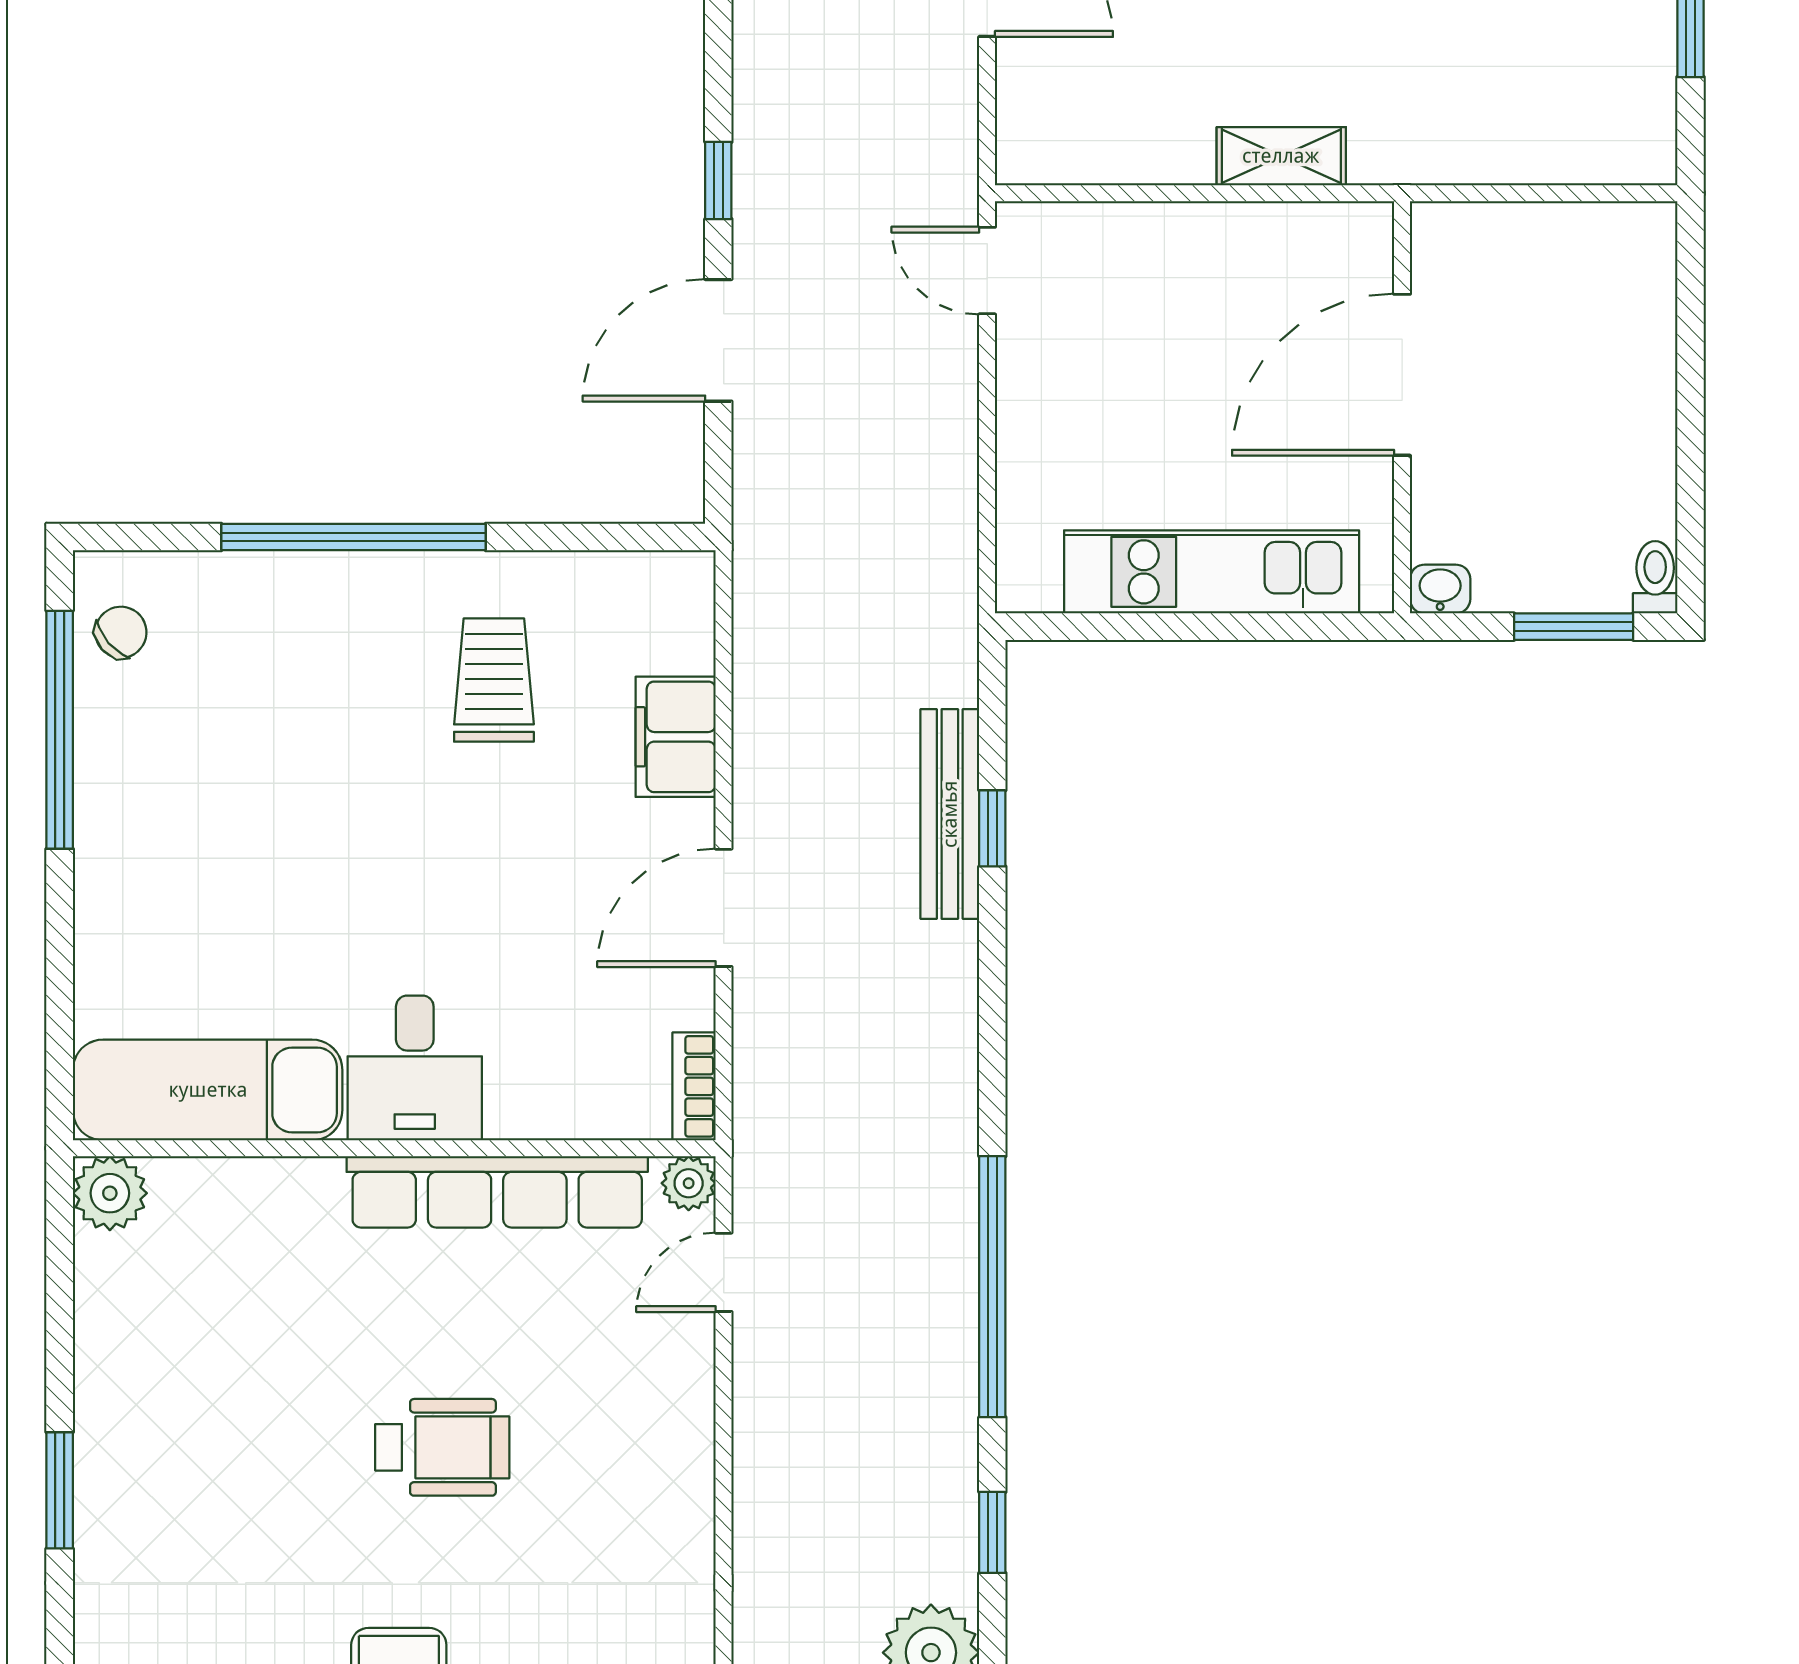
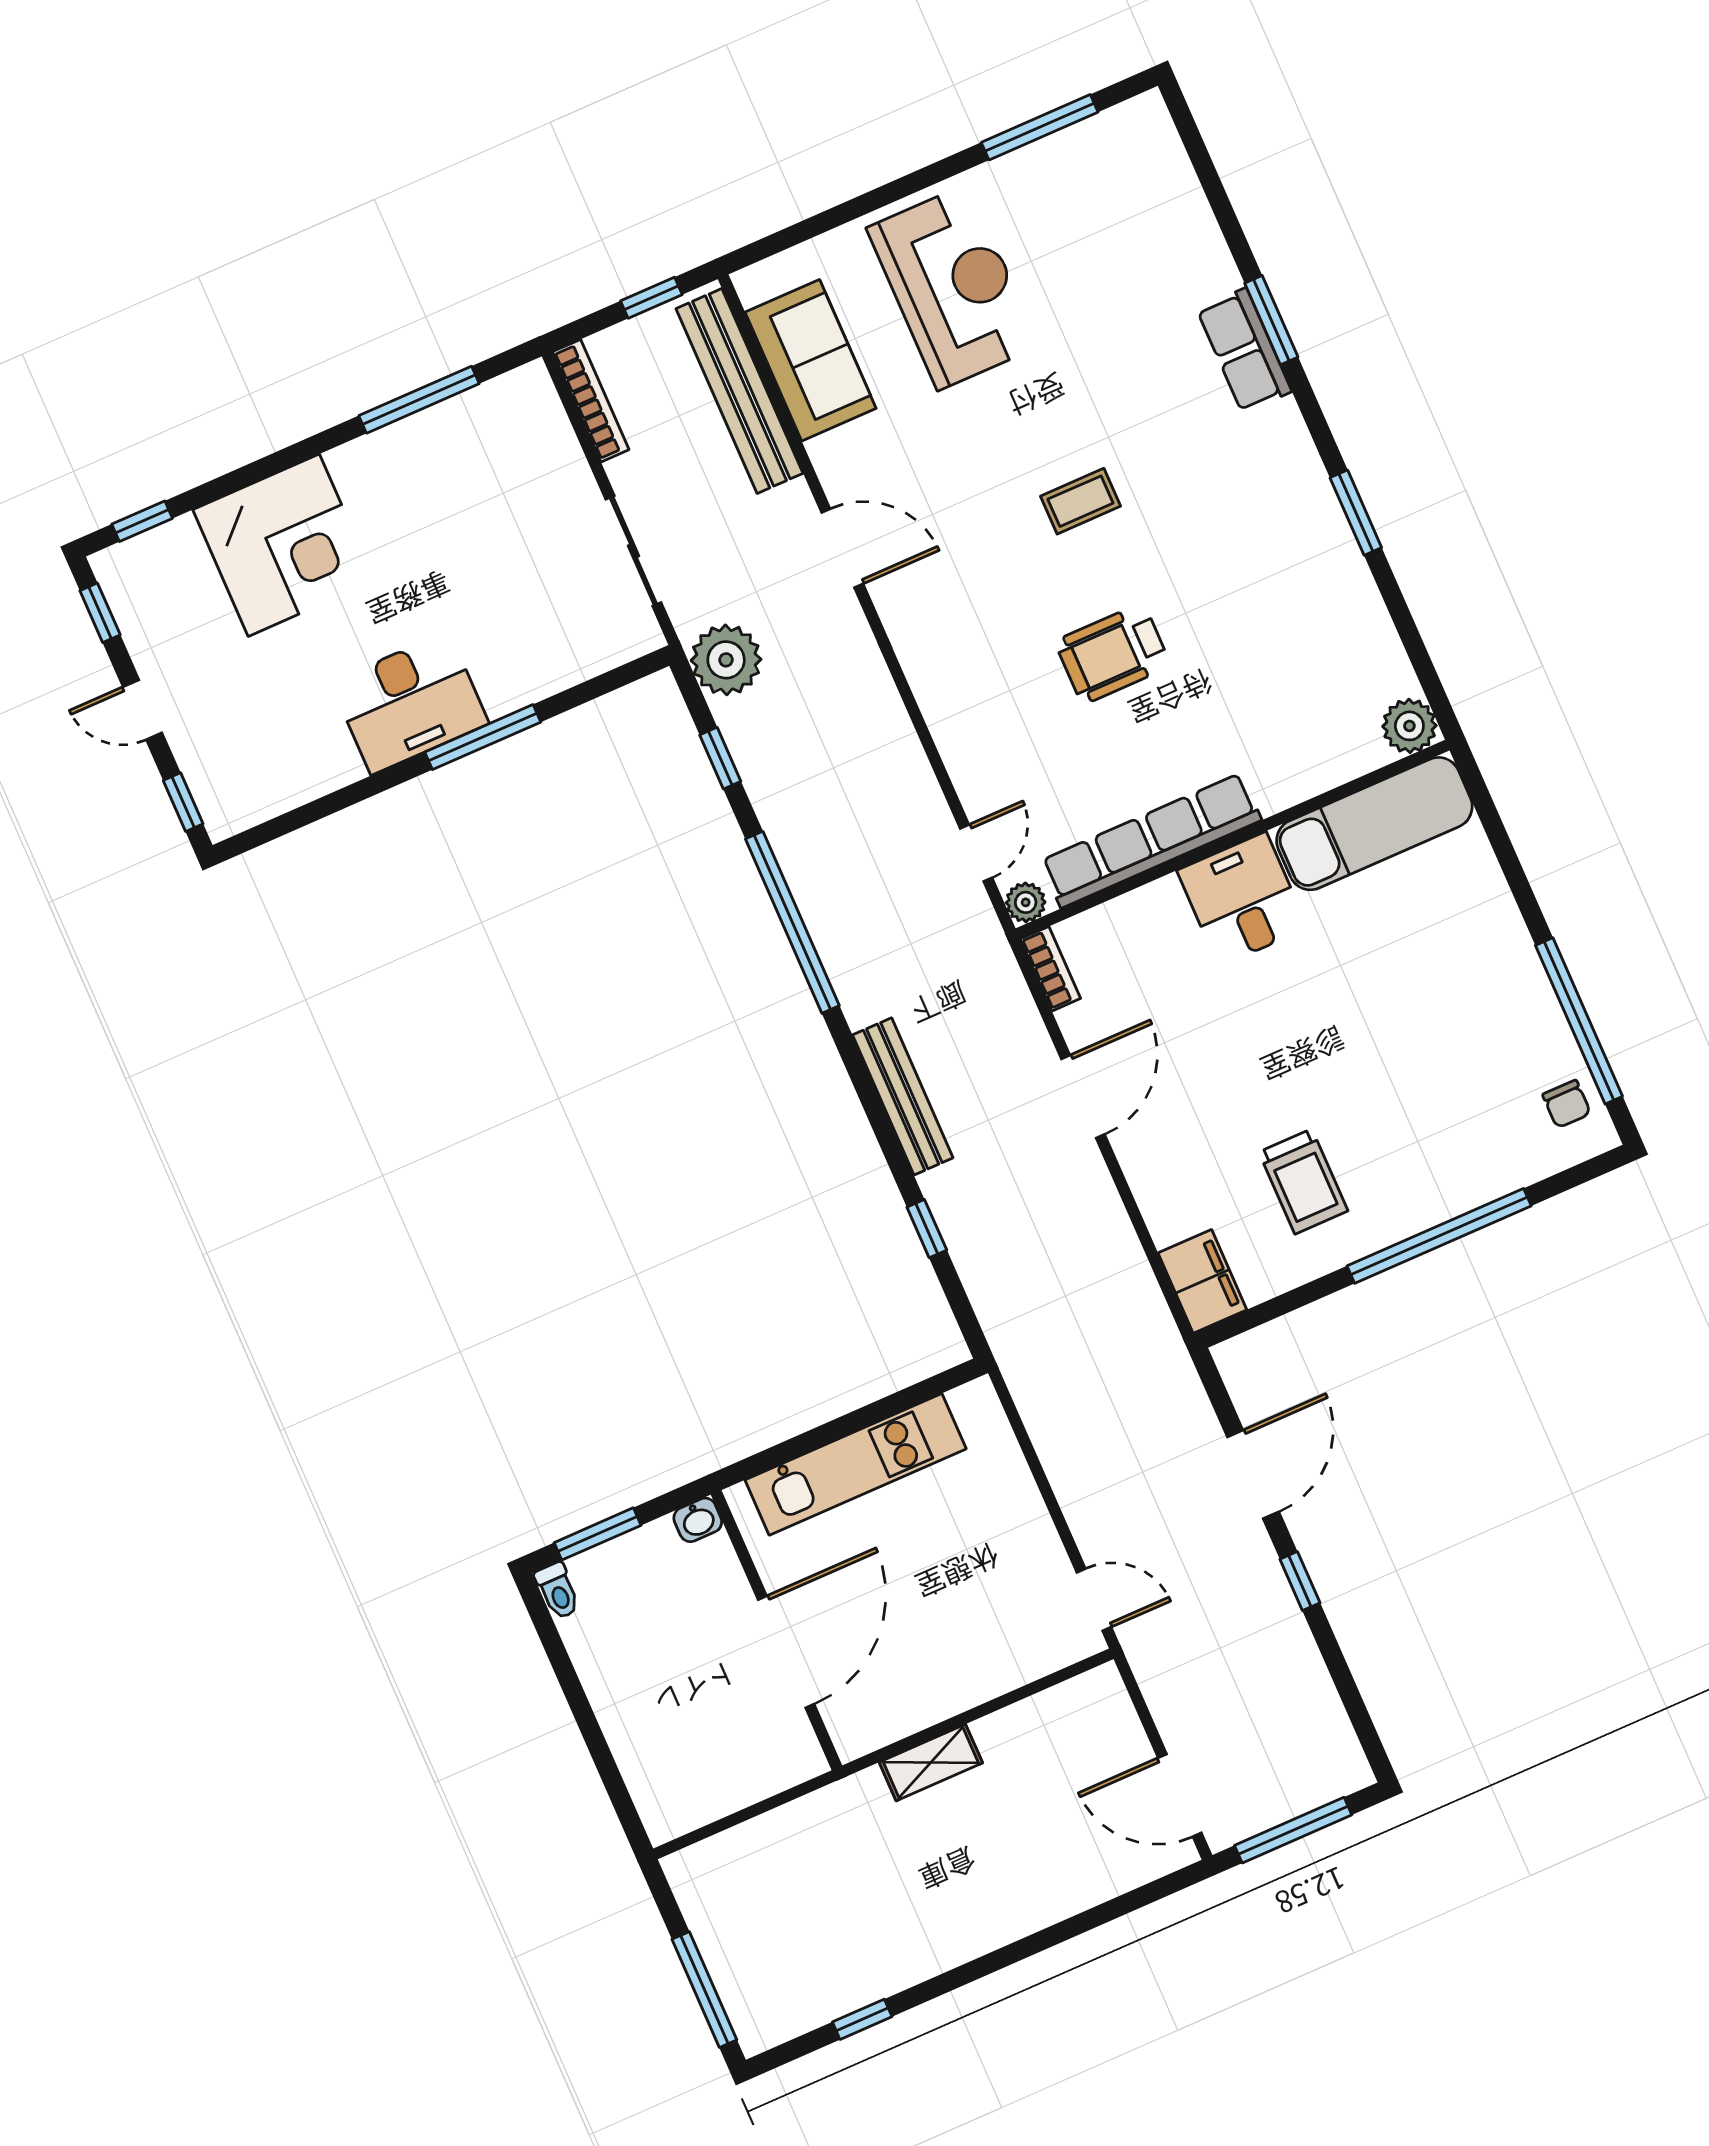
chair: (121, 632) -> (1567, 1104), turned -49
filing cabinet: (676, 737) -> (1202, 1281), moved
bench: (950, 814) -> (903, 1096), moved

